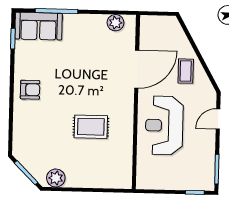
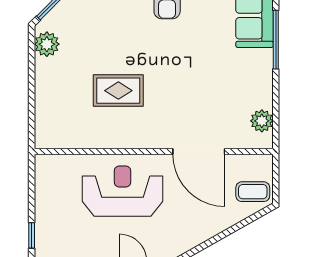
coffee table: (186, 71) -> (253, 192), moved
rug: (91, 127) -> (118, 91), turned 90

